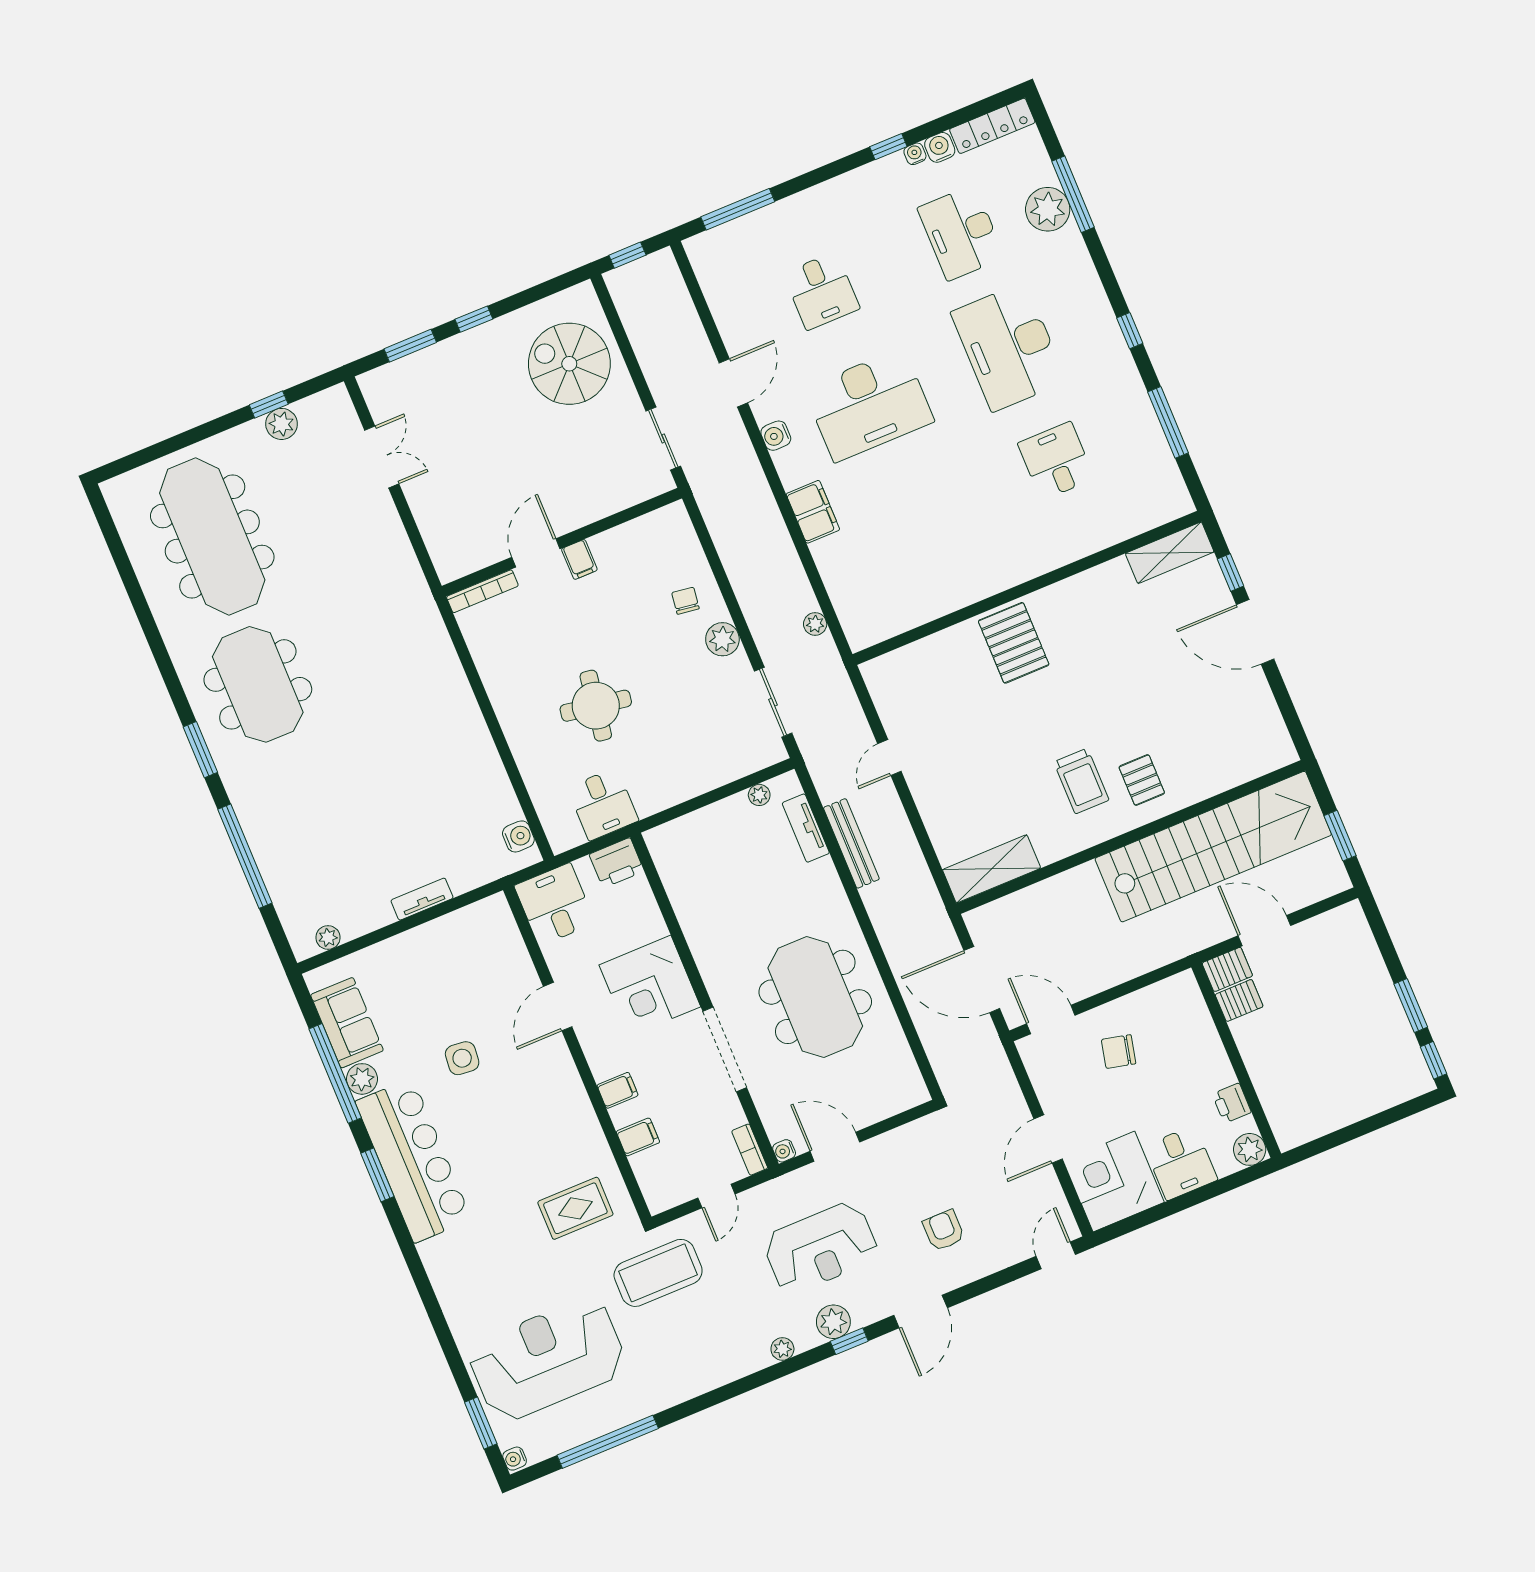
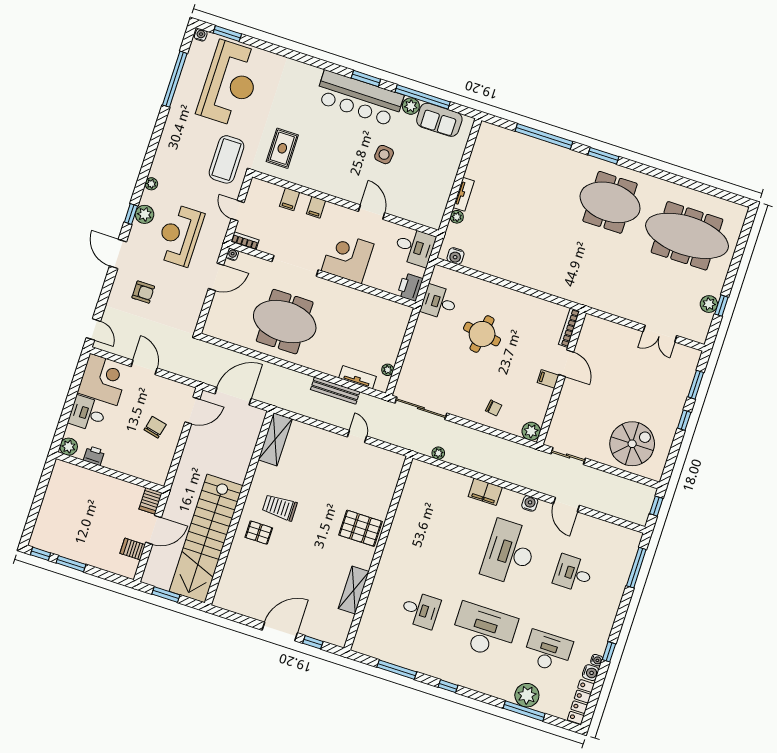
shelving: (1170, 553) -> (354, 590), moved
plant: (722, 639) -> (531, 431), moved
sliding door: (773, 702) -> (421, 408), width x1.37
plant: (328, 937) -> (457, 217), moved
server rack: (1239, 1000) -> (133, 549), moved, turned 90

